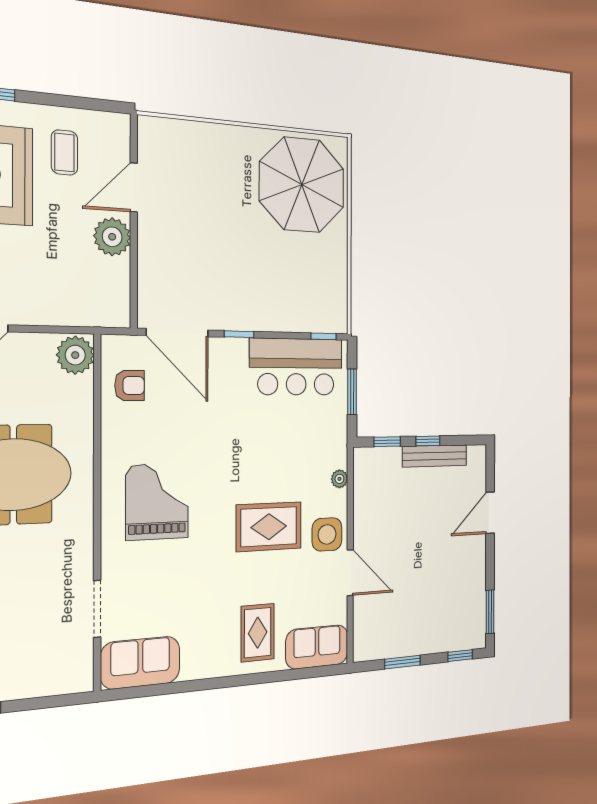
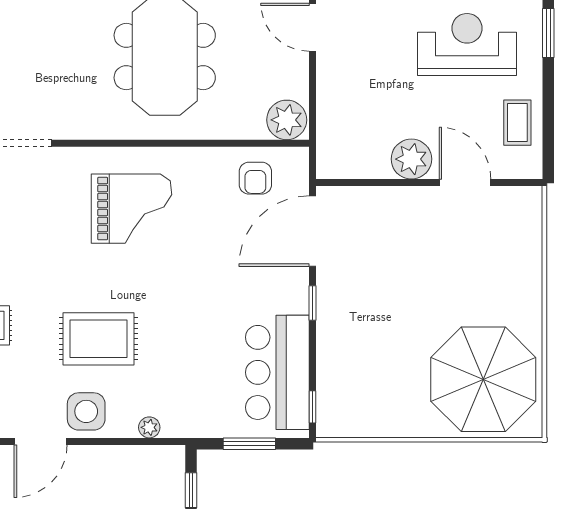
coffee table: (64, 152) -> (517, 123), moved, turned 90
rug: (269, 527) -> (98, 339), turned 90

